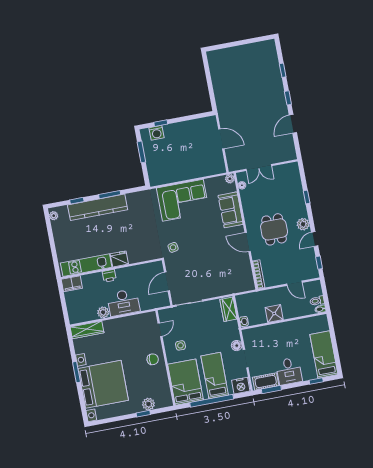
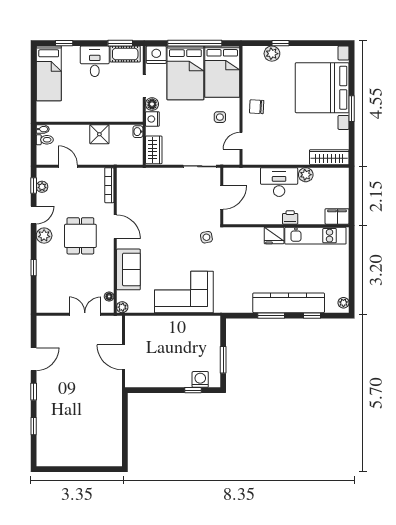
plant: (312, 263) -> (42, 187), added
nightstand: (234, 334) -> (152, 119), added
bed: (215, 376) -> (185, 73), width x1.50

